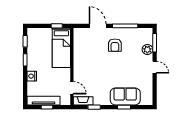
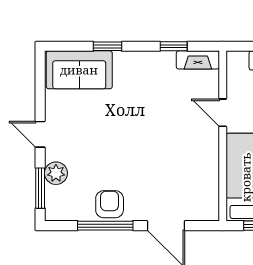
armchair: (115, 45) -> (110, 204), moved
door: (72, 88) -> (223, 113), moved
sofa: (125, 96) -> (79, 70), moved

